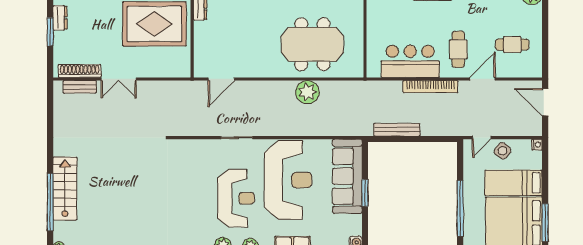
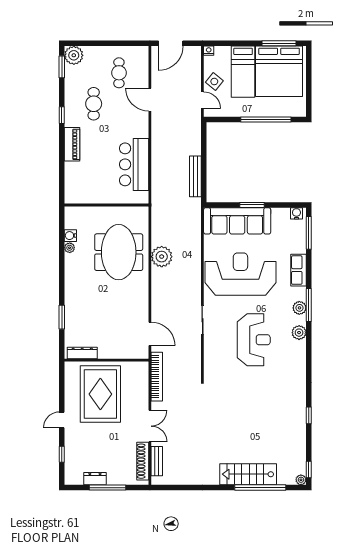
window: (50, 32) -> (107, 488), width x1.44
cafe table: (458, 49) -> (94, 104), moved, turned 90
bookcase: (430, 87) -> (157, 377), moved
reception desk: (236, 198) -> (254, 340), moved, turned 90

